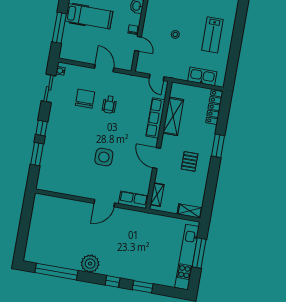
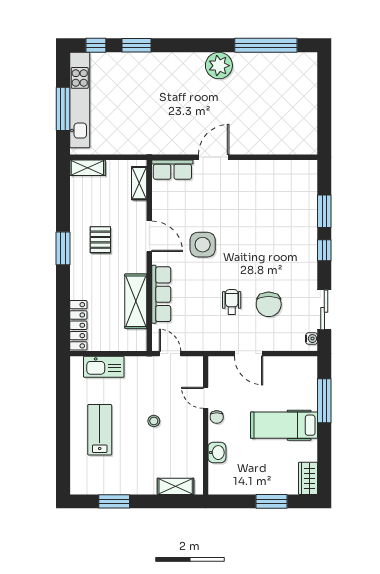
window: (218, 146) -> (63, 248), moved
side table: (104, 157) -> (203, 245), moved
window: (113, 281) -> (96, 45), moved

